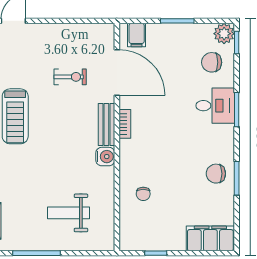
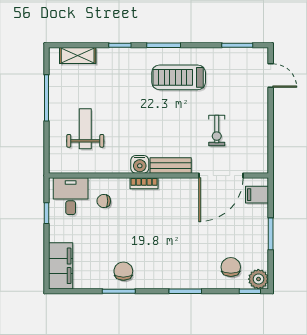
desk: (215, 106) -> (71, 196), moved, turned 180
bookcase: (125, 124) -> (144, 183), moved

